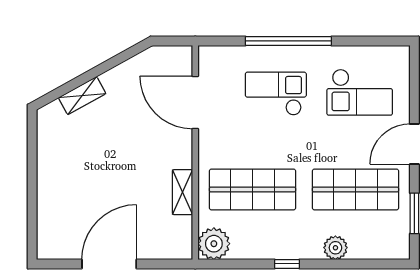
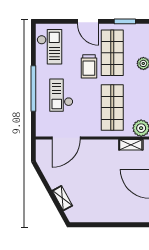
checkout: (360, 92) -> (49, 47), moved
trolley: (330, 146) -> (89, 66), added
shelving: (183, 192) -> (131, 145), moved

